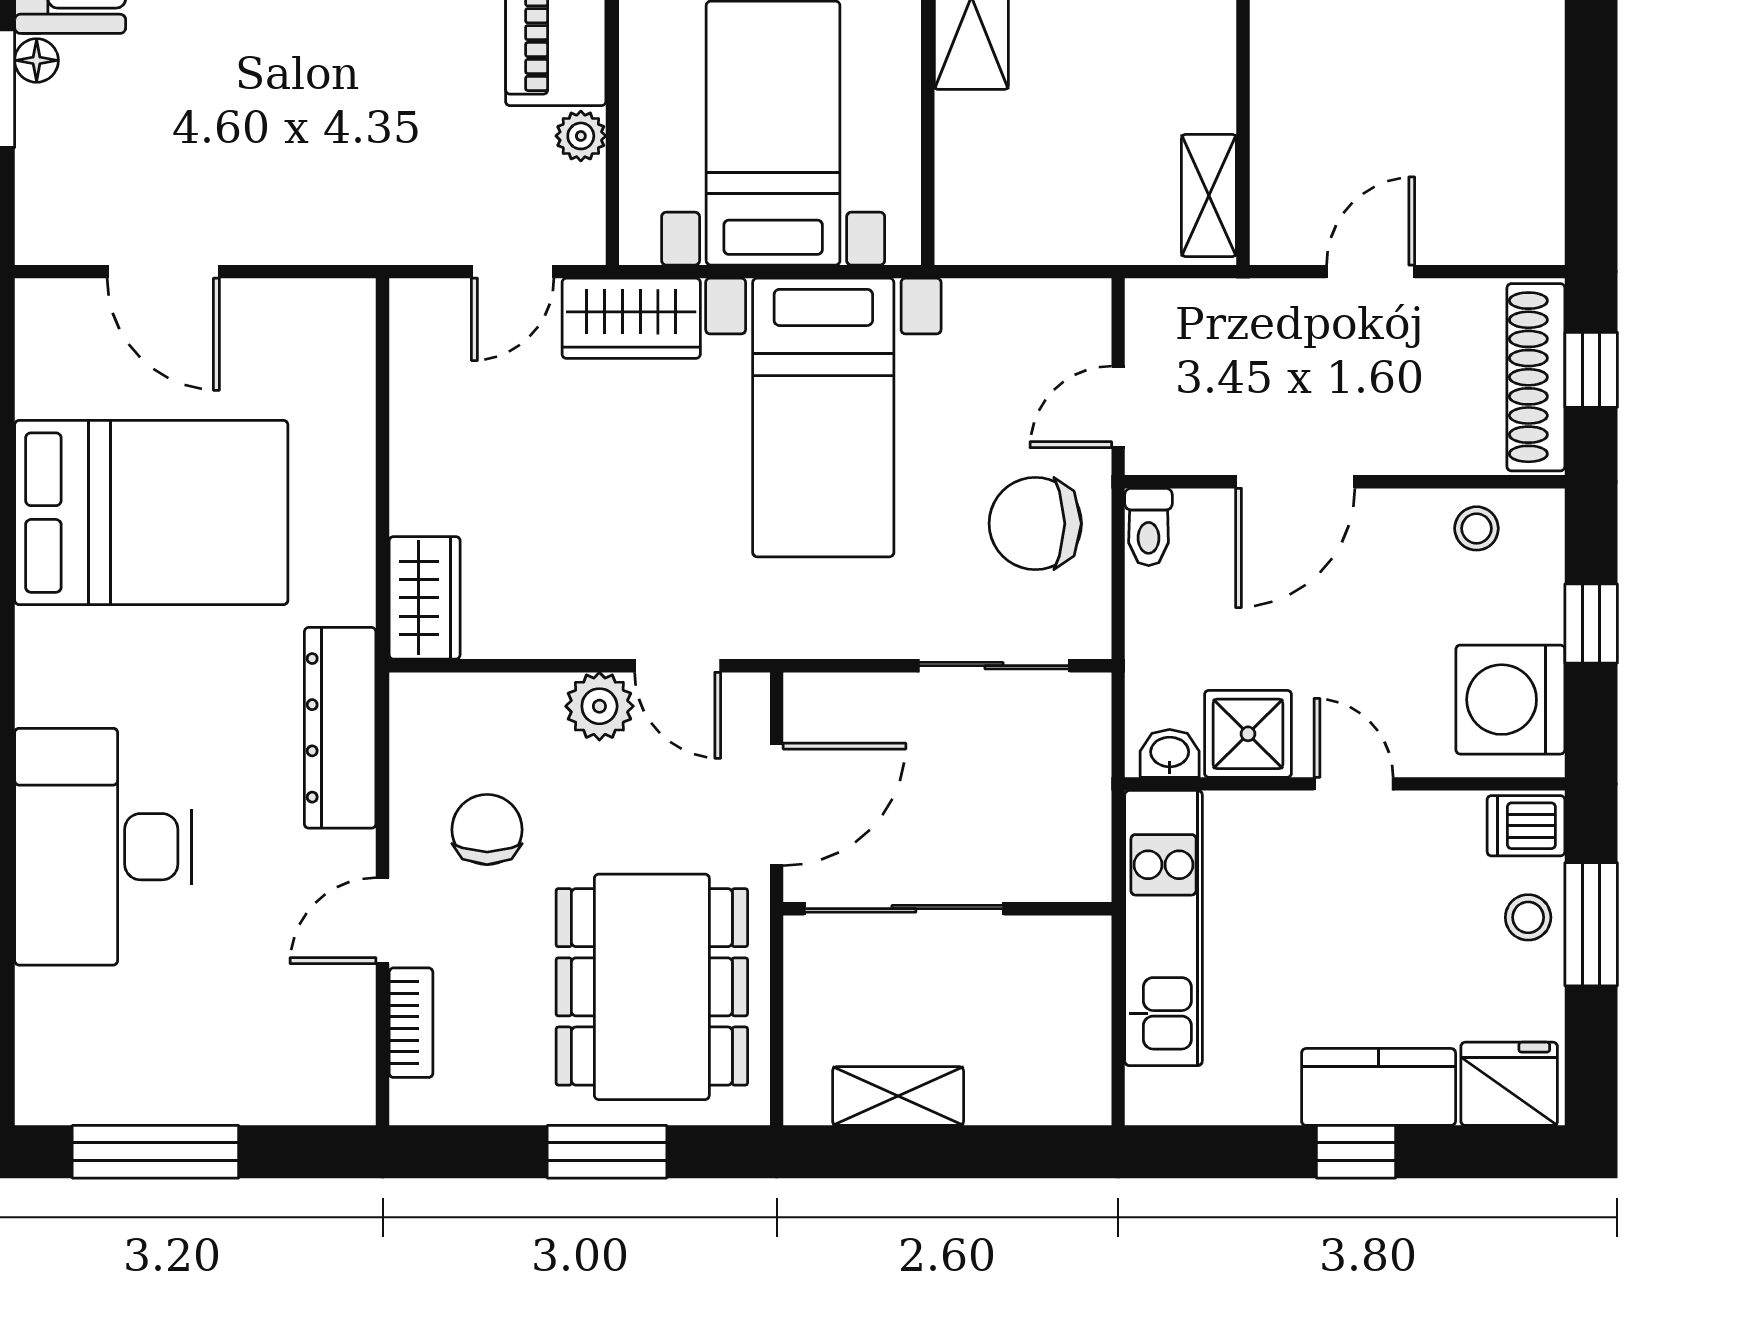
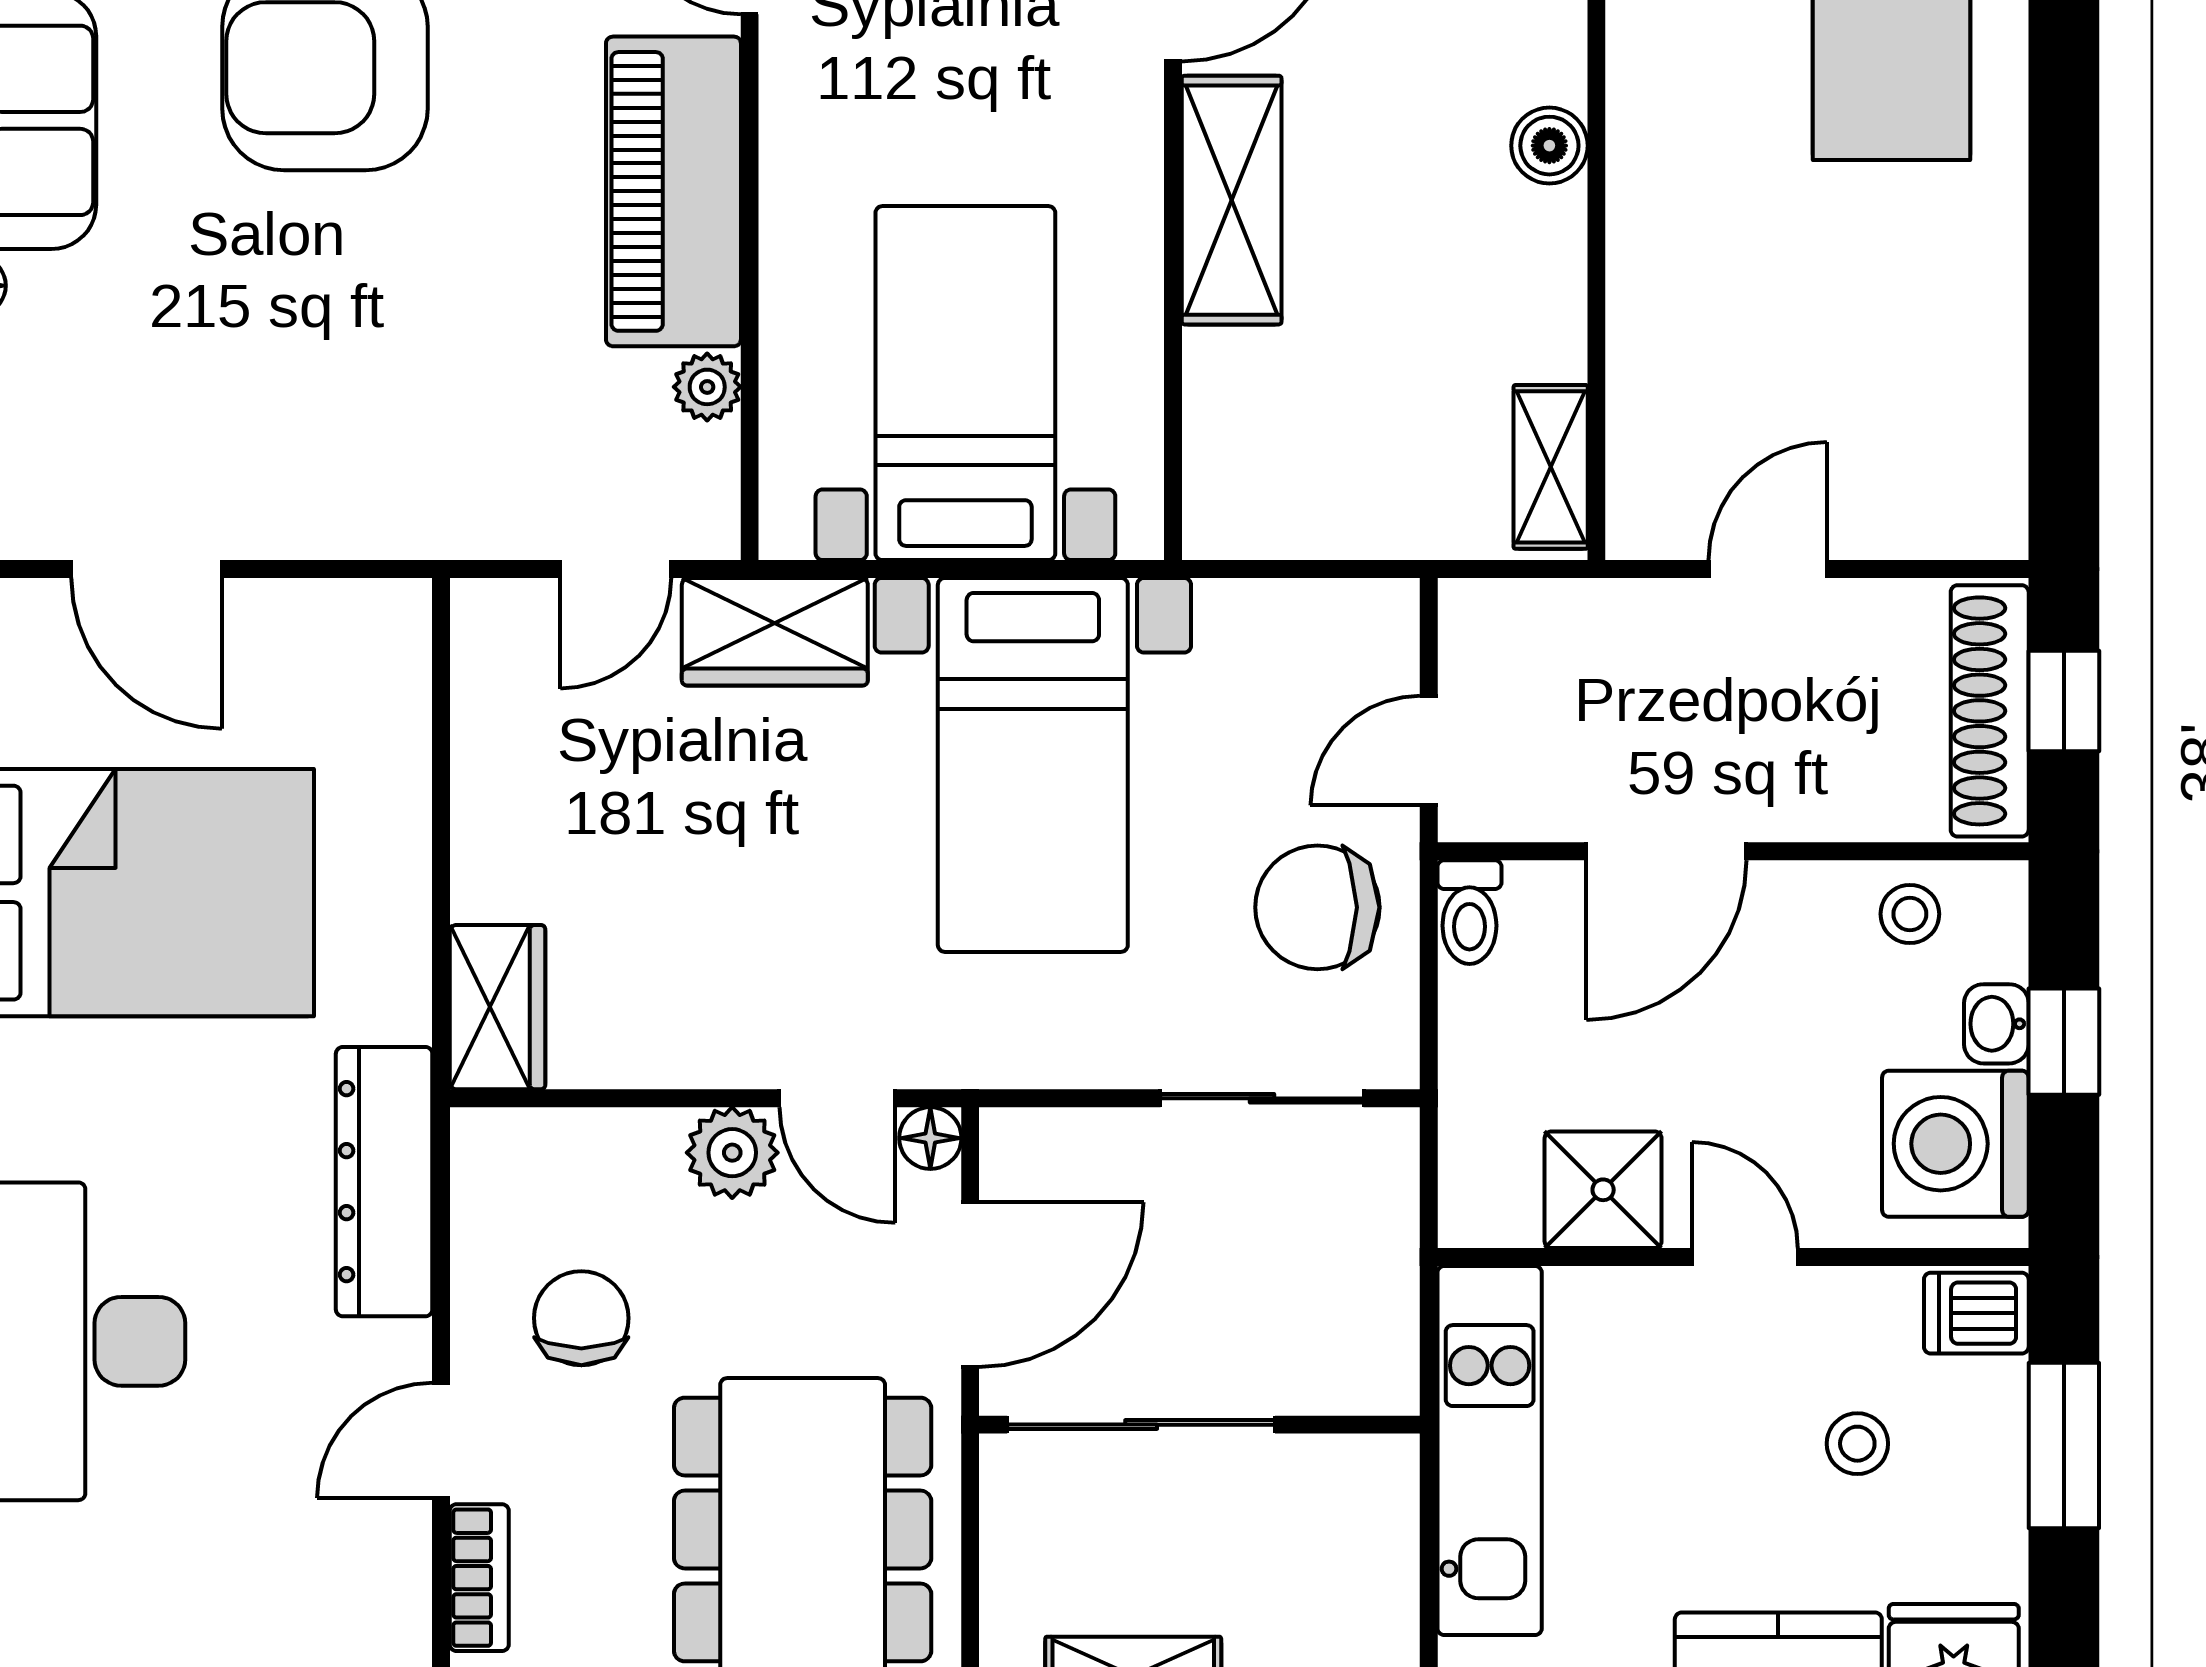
floor lamp: (747, 695) -> (930, 1138), added
washbasin: (1170, 753) -> (1996, 1024), moved, turned -90
stool: (1528, 917) -> (1857, 1444), moved

